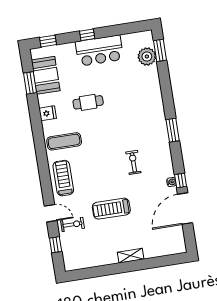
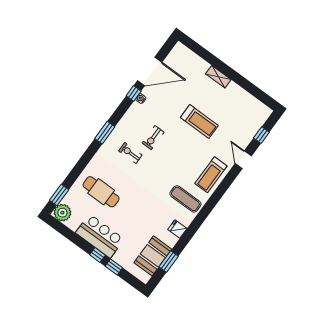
window: (48, 41) -> (114, 267), moved
plant: (147, 56) -> (62, 213), moved
cafe table: (88, 102) -> (101, 192), moved, width x1.37, depth x1.35
exercise bike: (72, 224) -> (130, 153), moved

